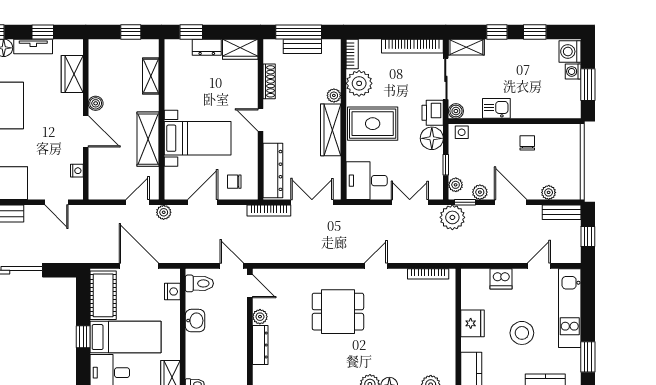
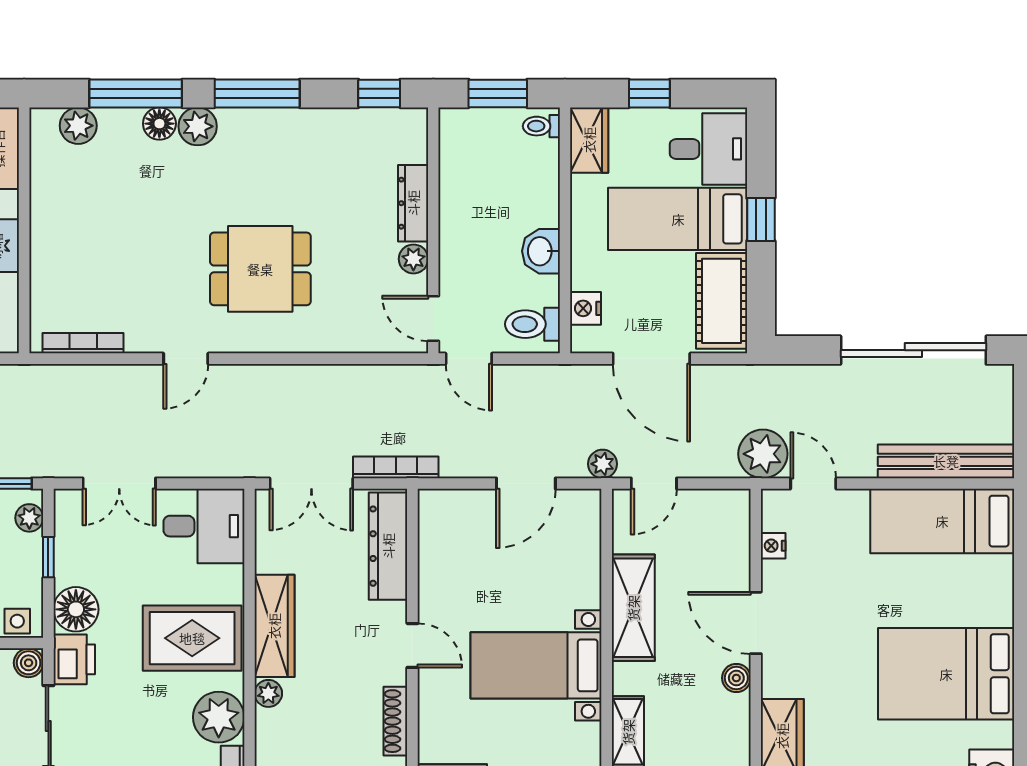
bed with nightstands: (198, 138) -> (536, 665), moved
chair: (234, 182) -> (464, 524), removed
plant: (452, 217) -> (763, 454), moved

